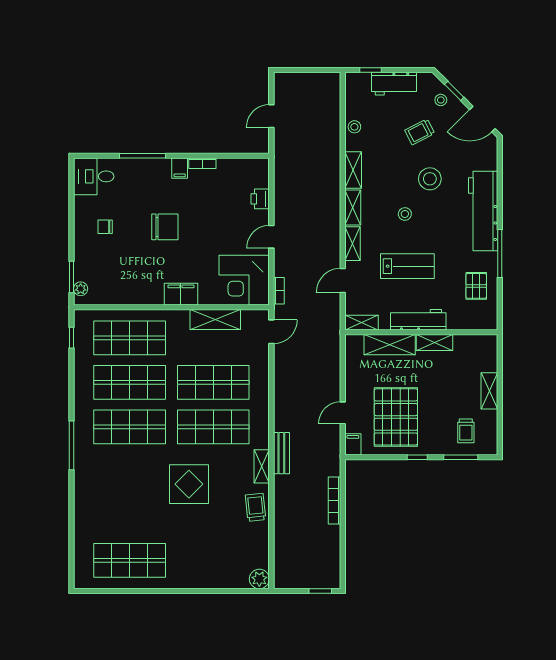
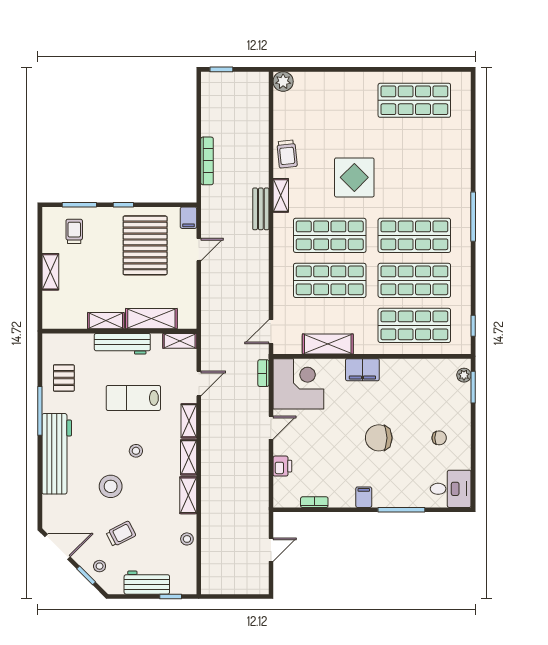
bookcase: (202, 163) -> (314, 502), moved

